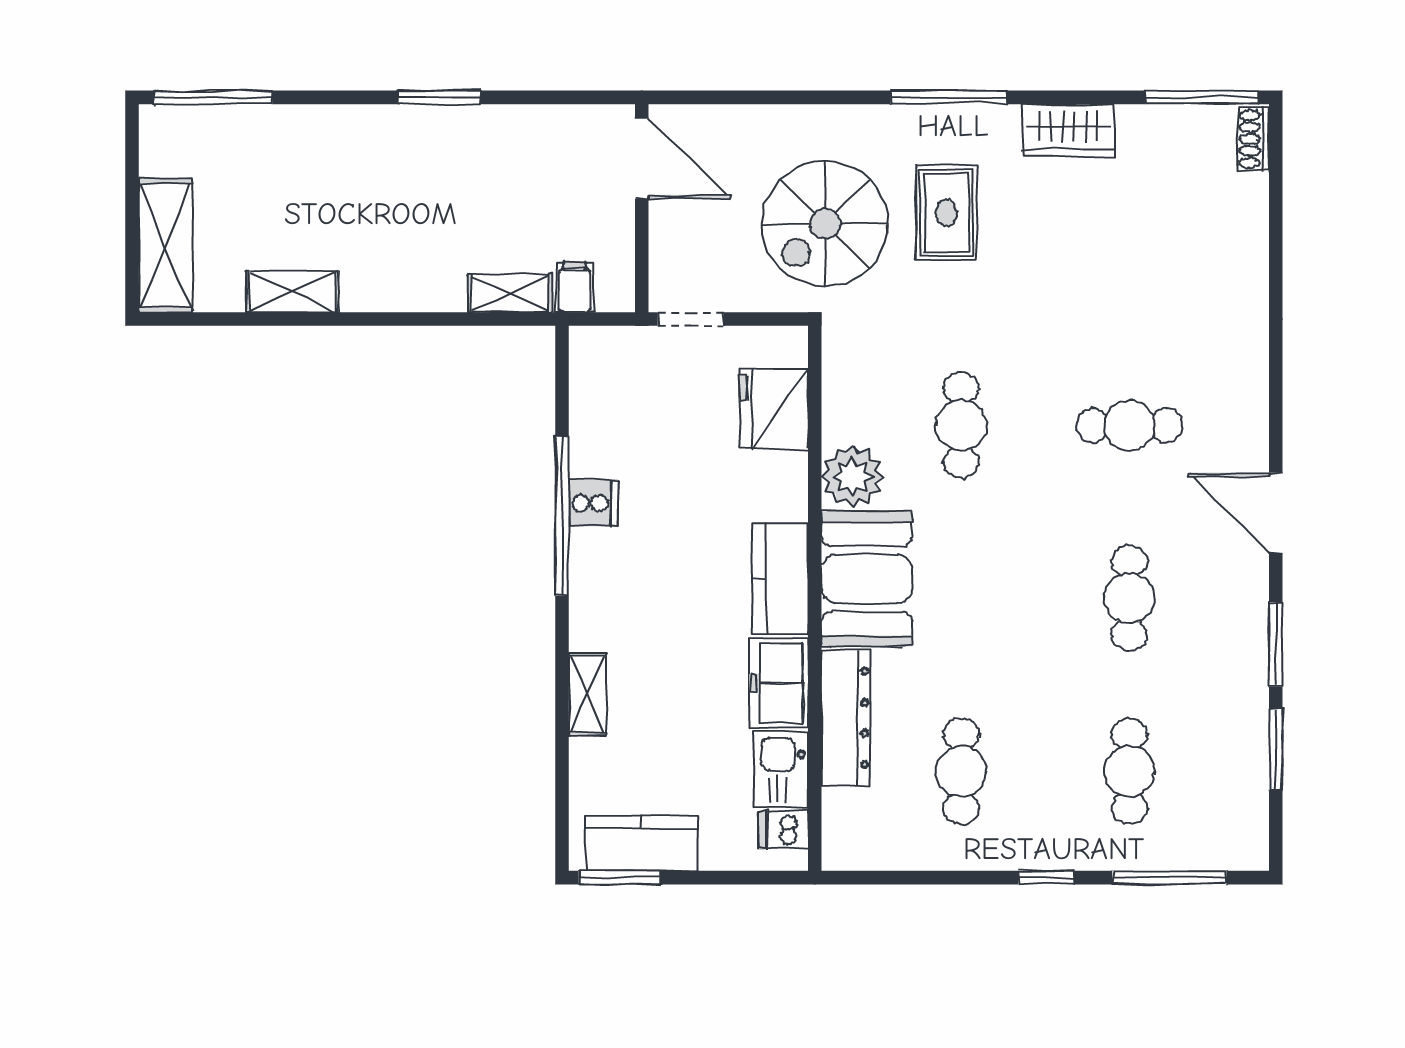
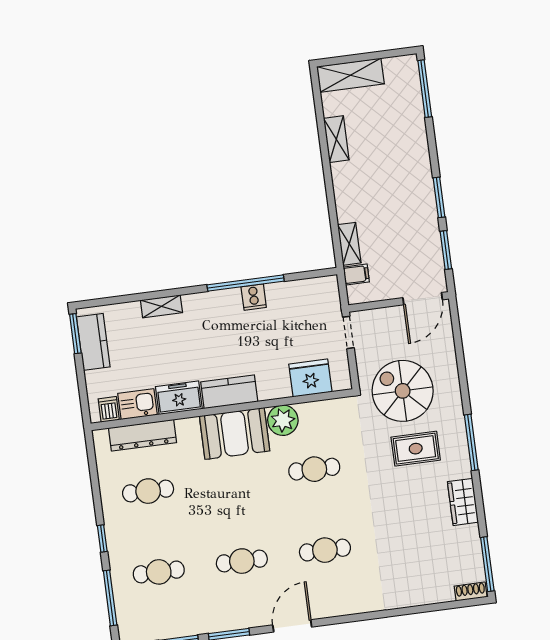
window: (549, 97) -> (446, 250), added
cafe table: (1129, 426) -> (325, 550), turned 90
dresser: (846, 718) -> (143, 435), moved

